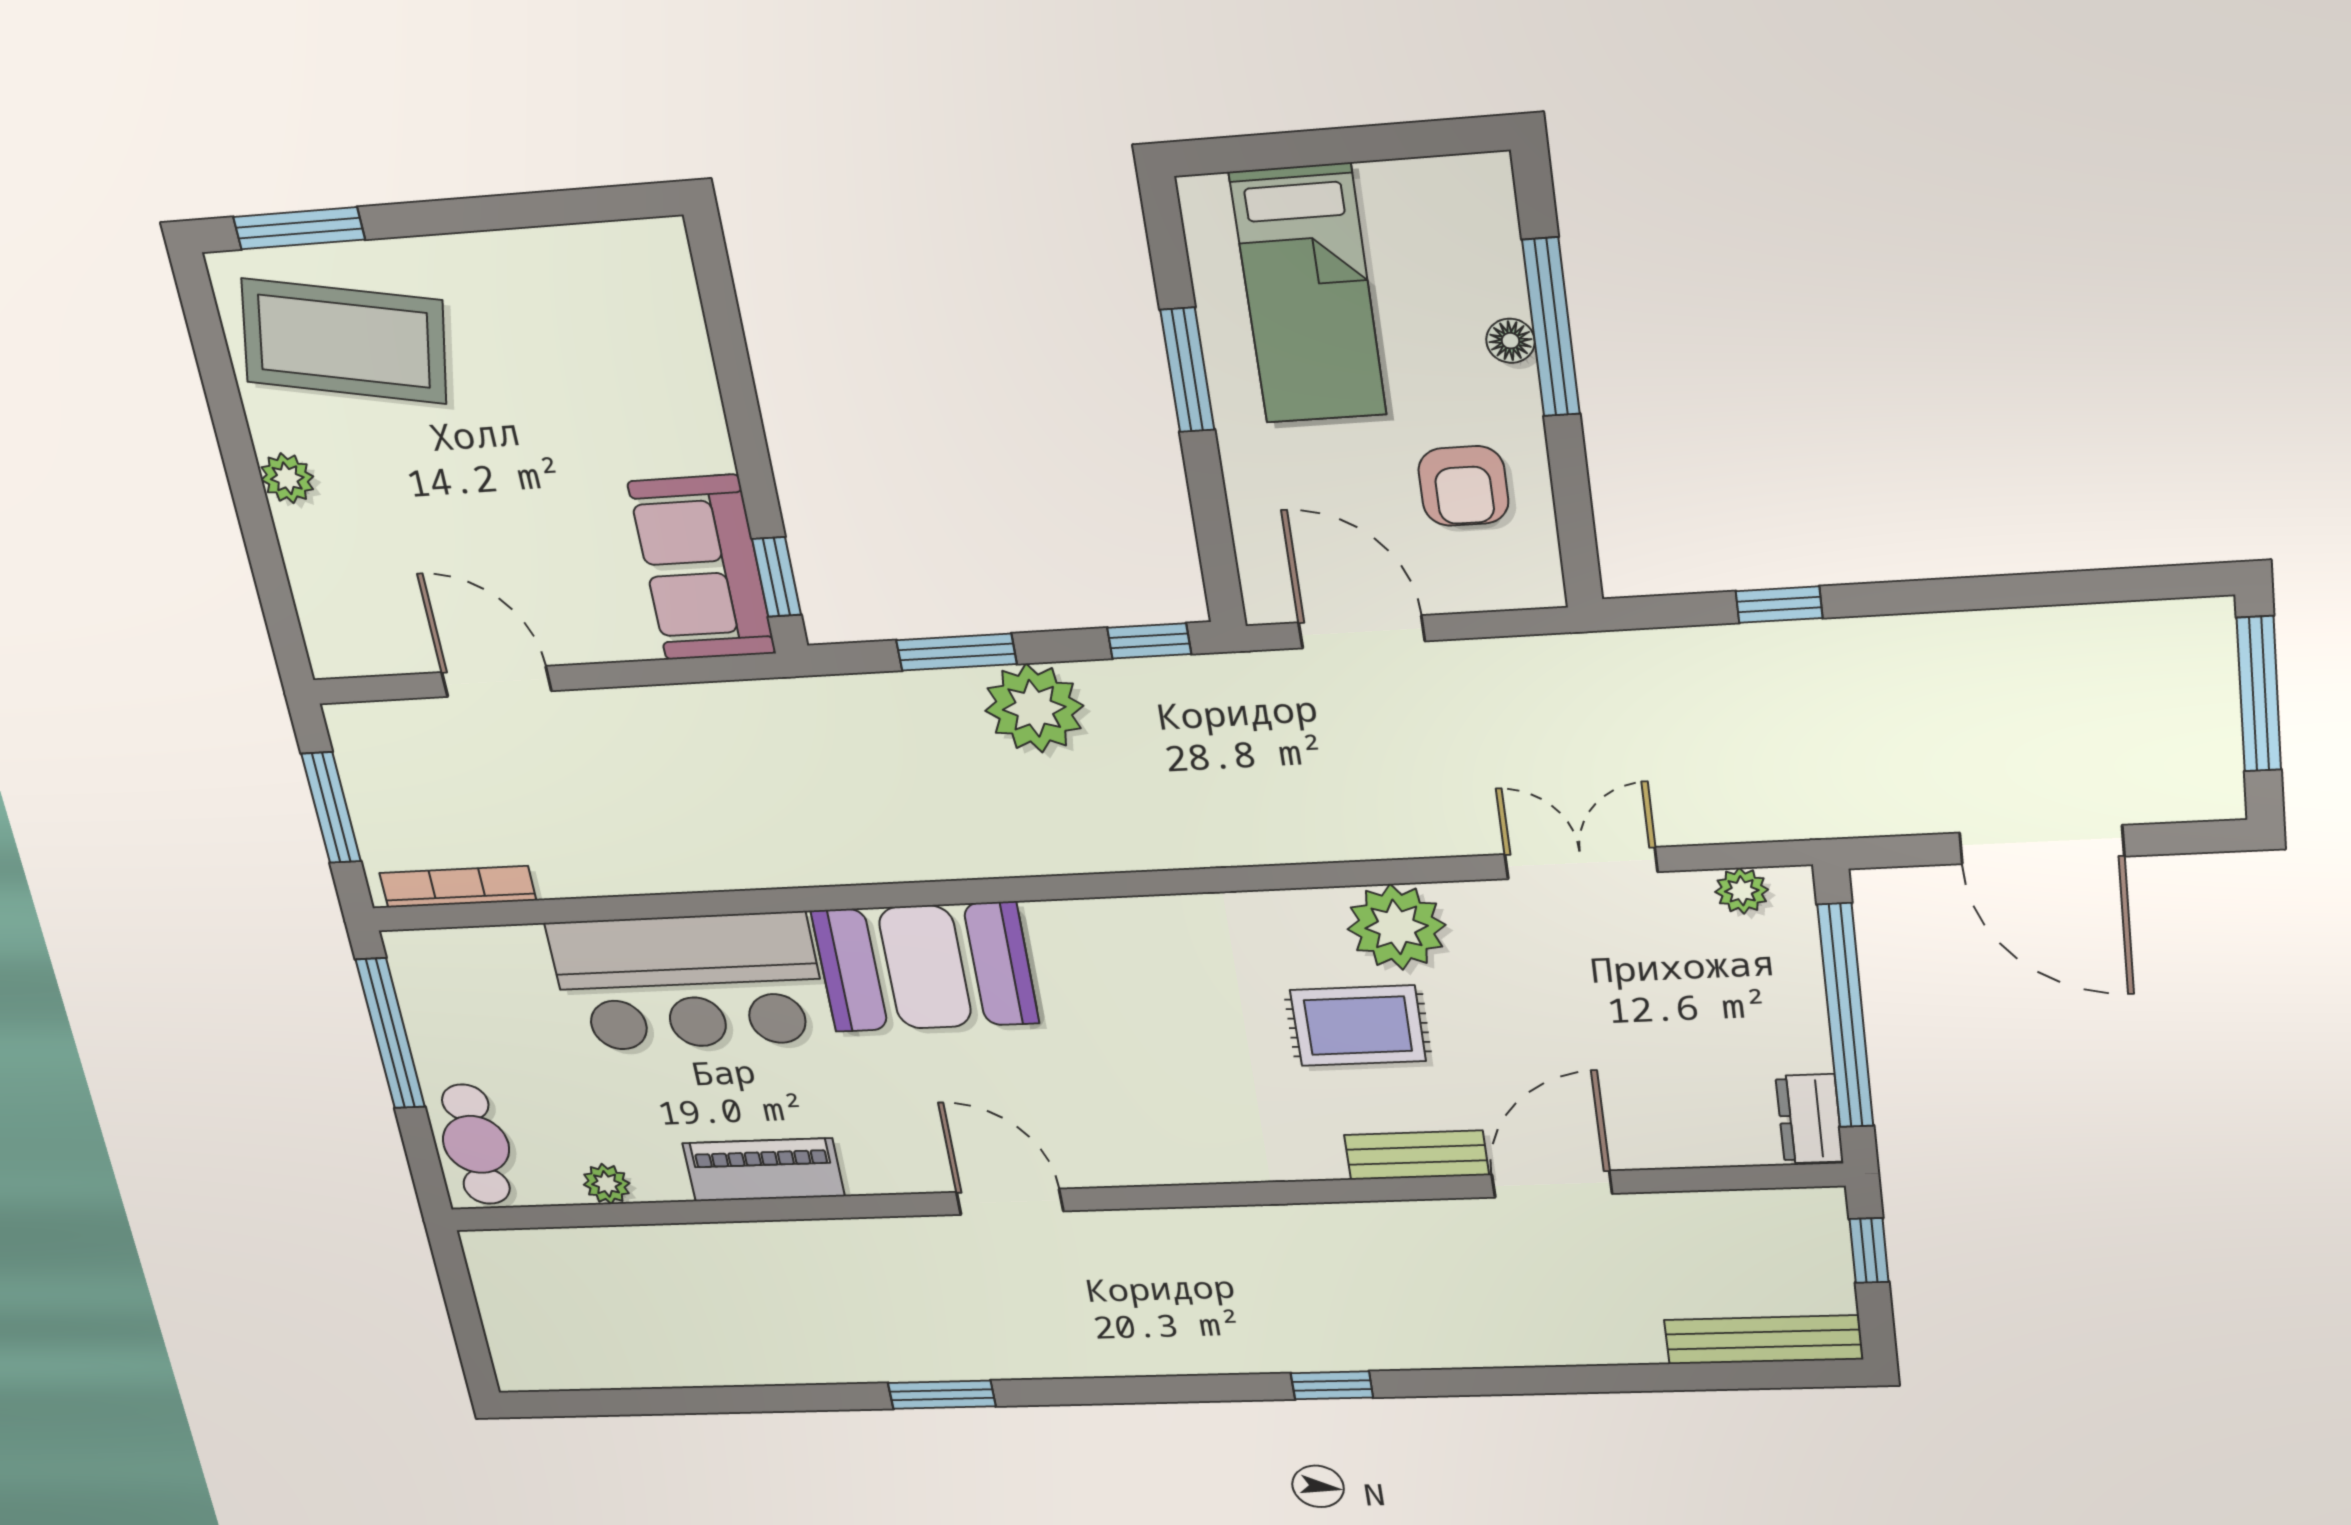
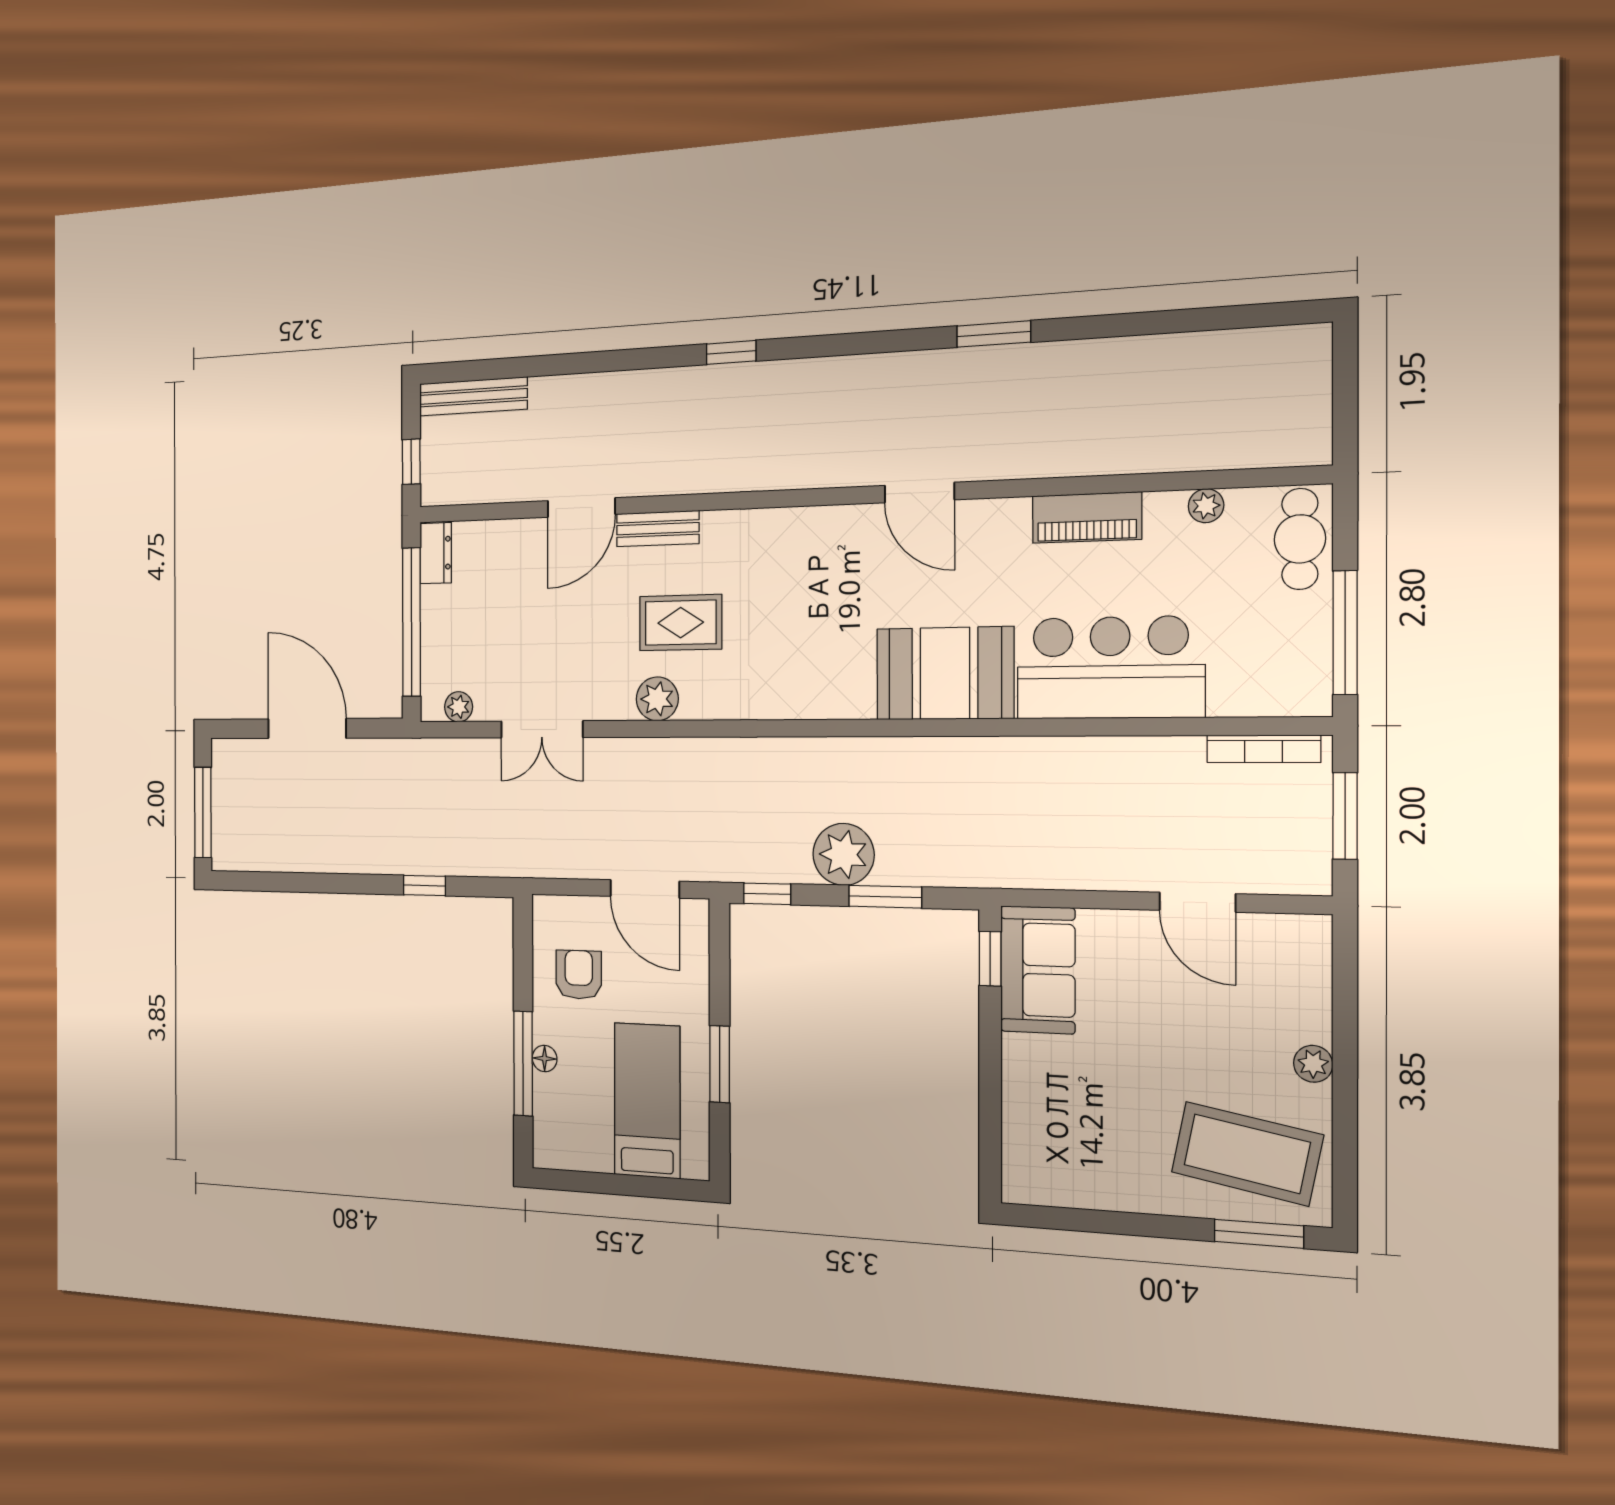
plant: (1397, 927) -> (657, 699), width x0.73, depth x0.73

